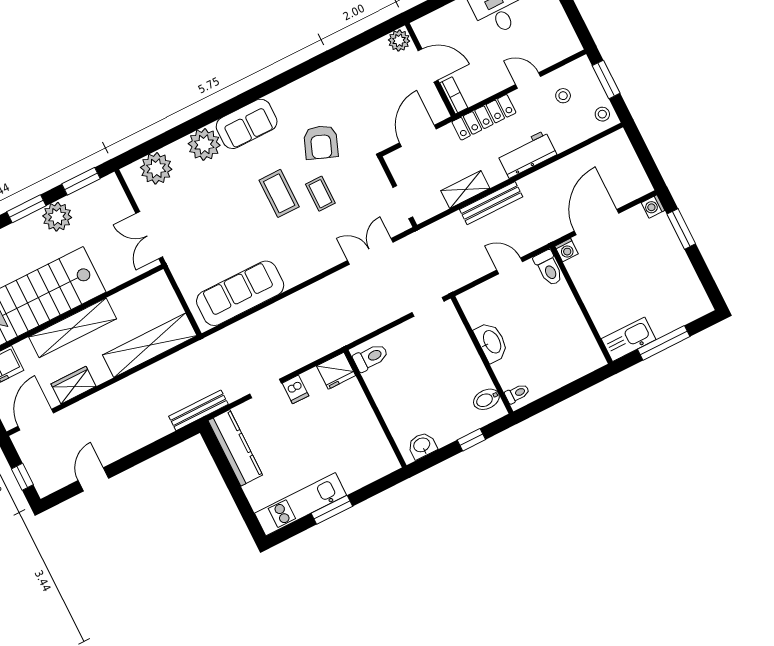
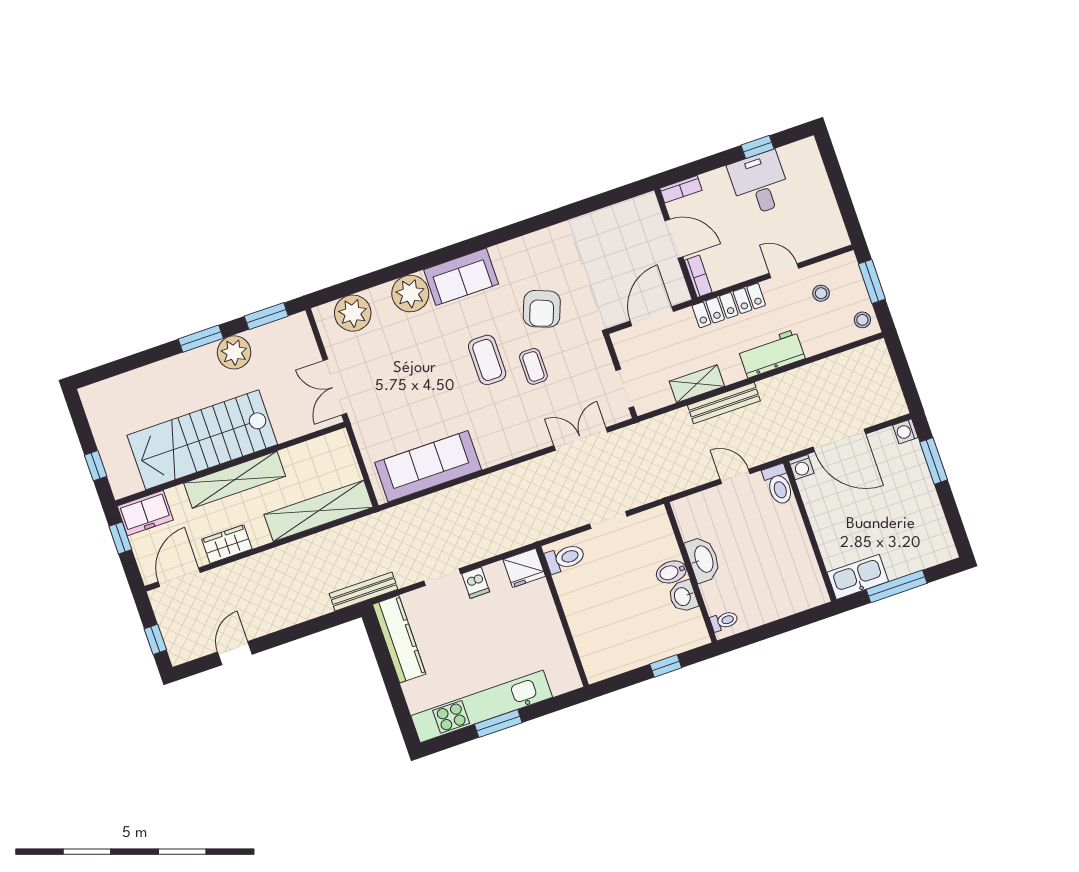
bookcase: (428, 21) -> (681, 189), added
plant: (399, 41) -> (645, 206), removed
door: (596, 222) -> (839, 440), swing flipped
doorway: (428, 307) -> (608, 520), moved
bidet: (486, 399) -> (671, 572), moved
washbasin: (422, 445) -> (683, 596), moved, turned -90
kitchen unit: (301, 504) -> (482, 706), width x1.36

